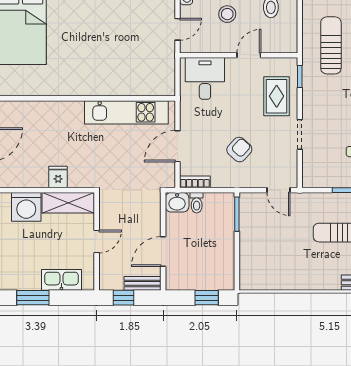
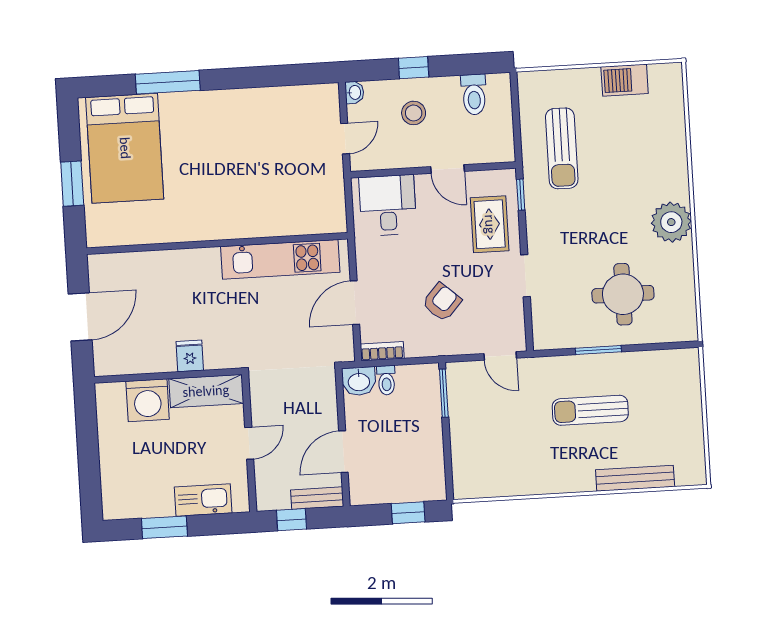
sun lounger: (331, 45) -> (562, 148), turned 180
door: (249, 55) -> (448, 169), swing flipped

